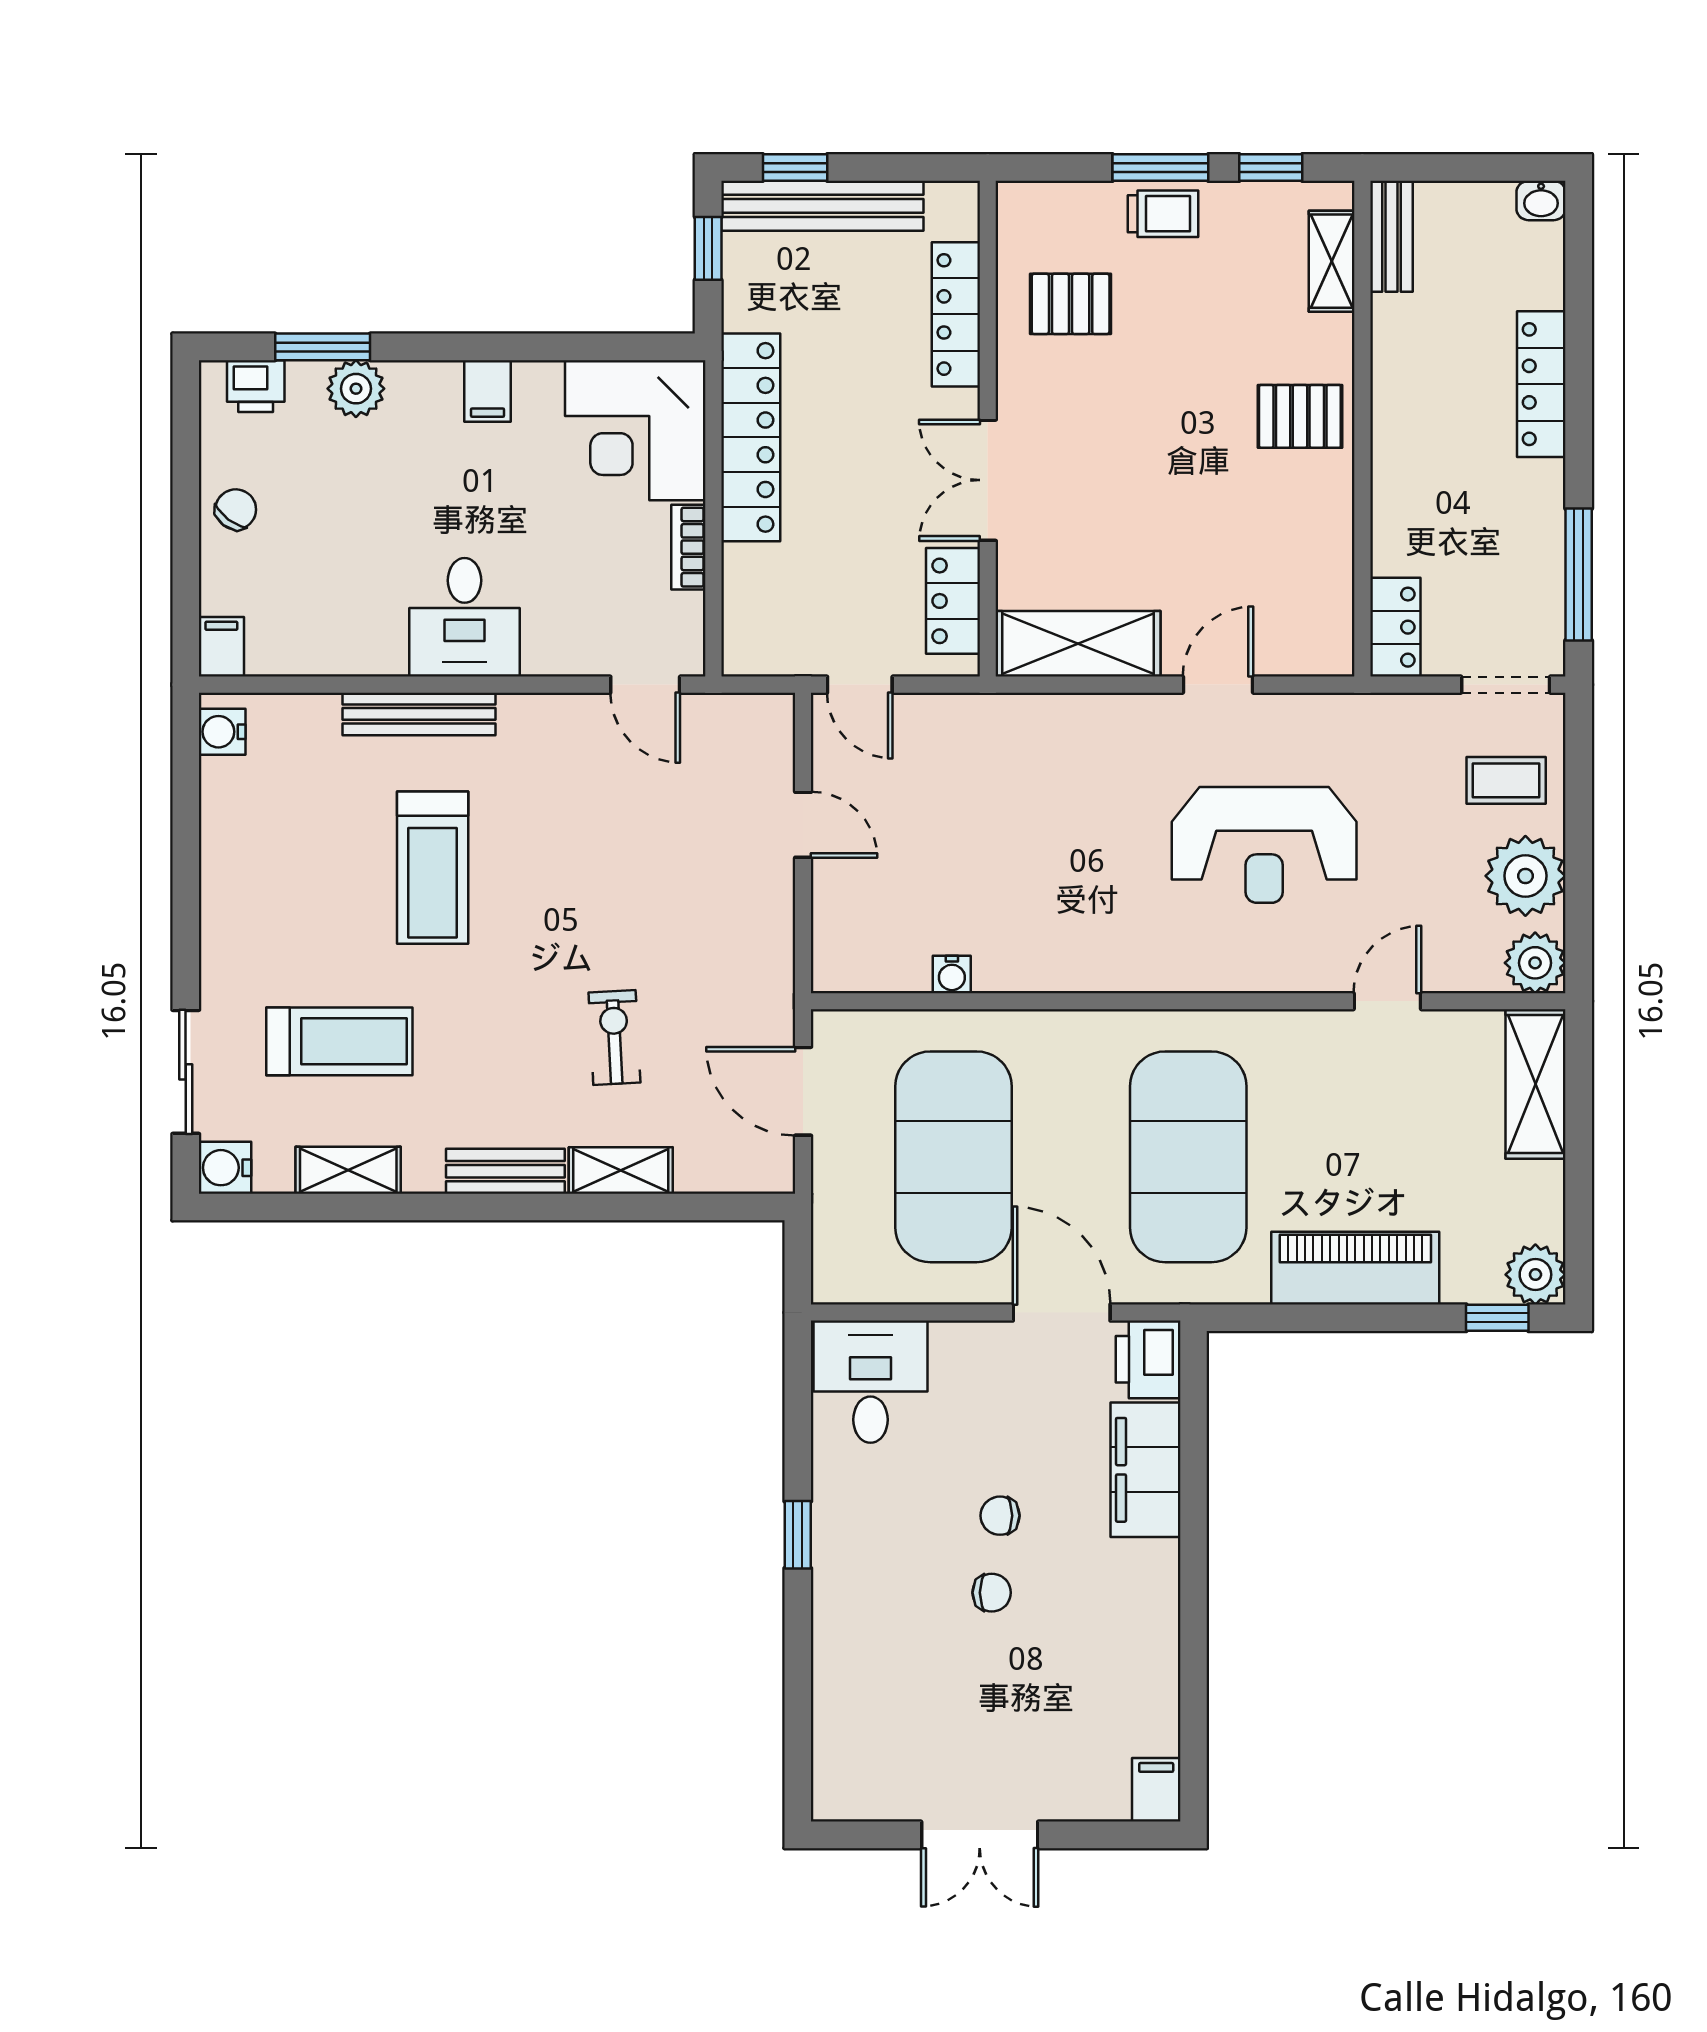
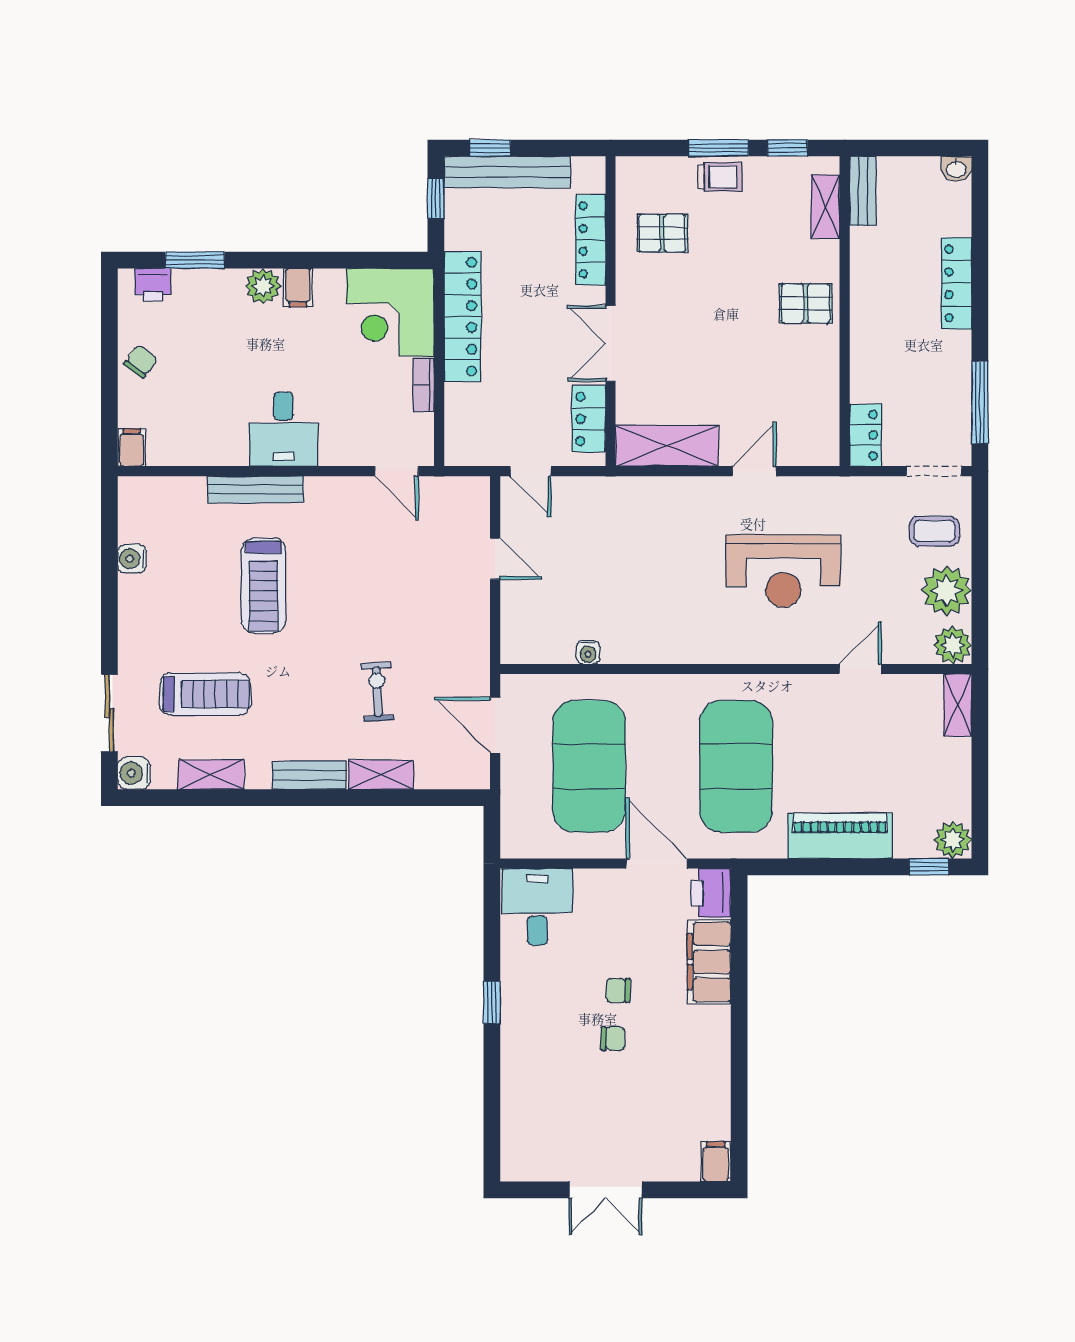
plant: (356, 389) -> (263, 286), moved
water cooler: (222, 732) -> (132, 559), moved
shelving: (1536, 1084) -> (958, 705), width x0.67, depth x0.75

